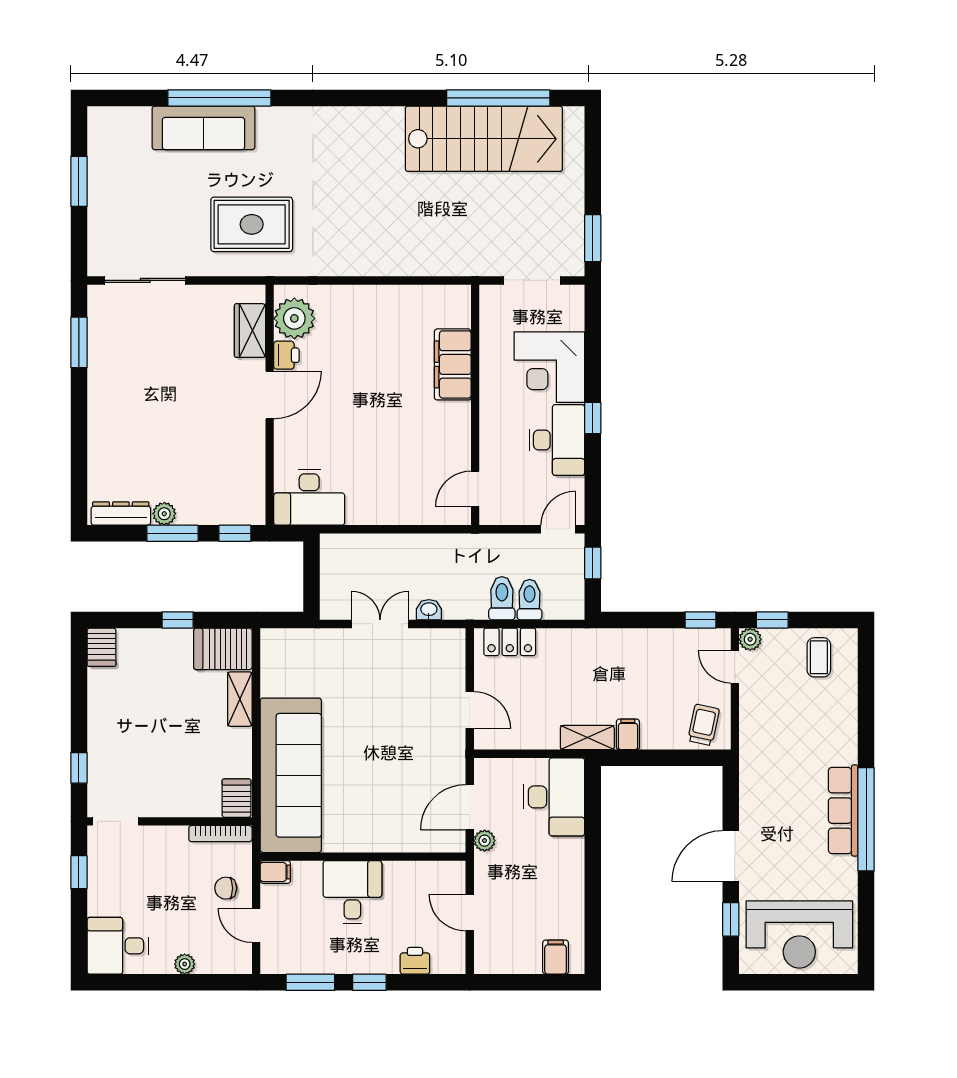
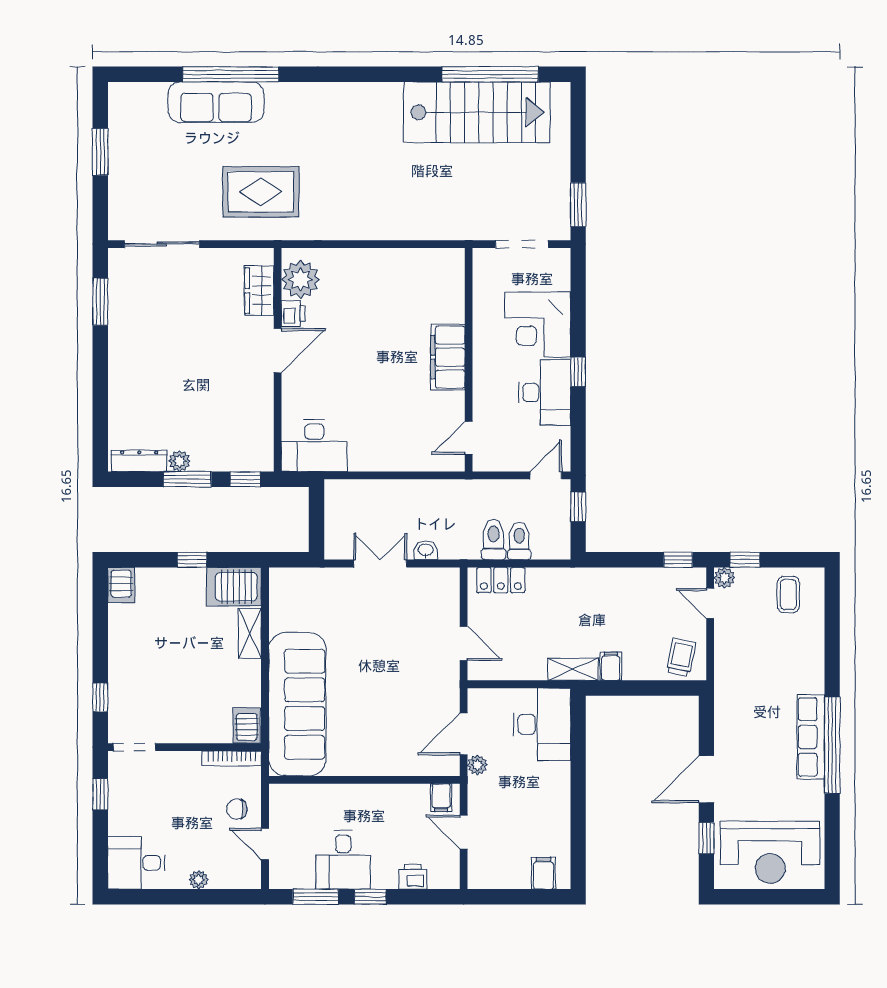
filing cabinet: (453, 364) -> (448, 357), moved
filing cabinet: (275, 872) -> (441, 798), moved, turned 90
desk: (352, 892) -> (343, 860), moved, turned 180

